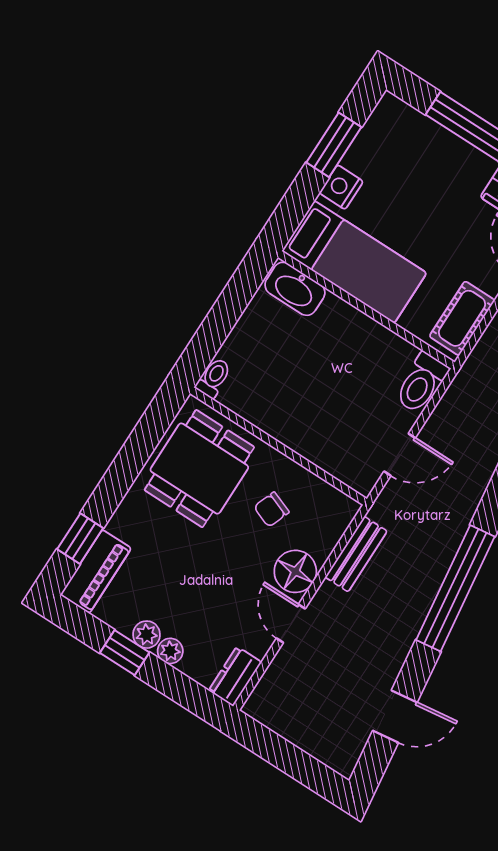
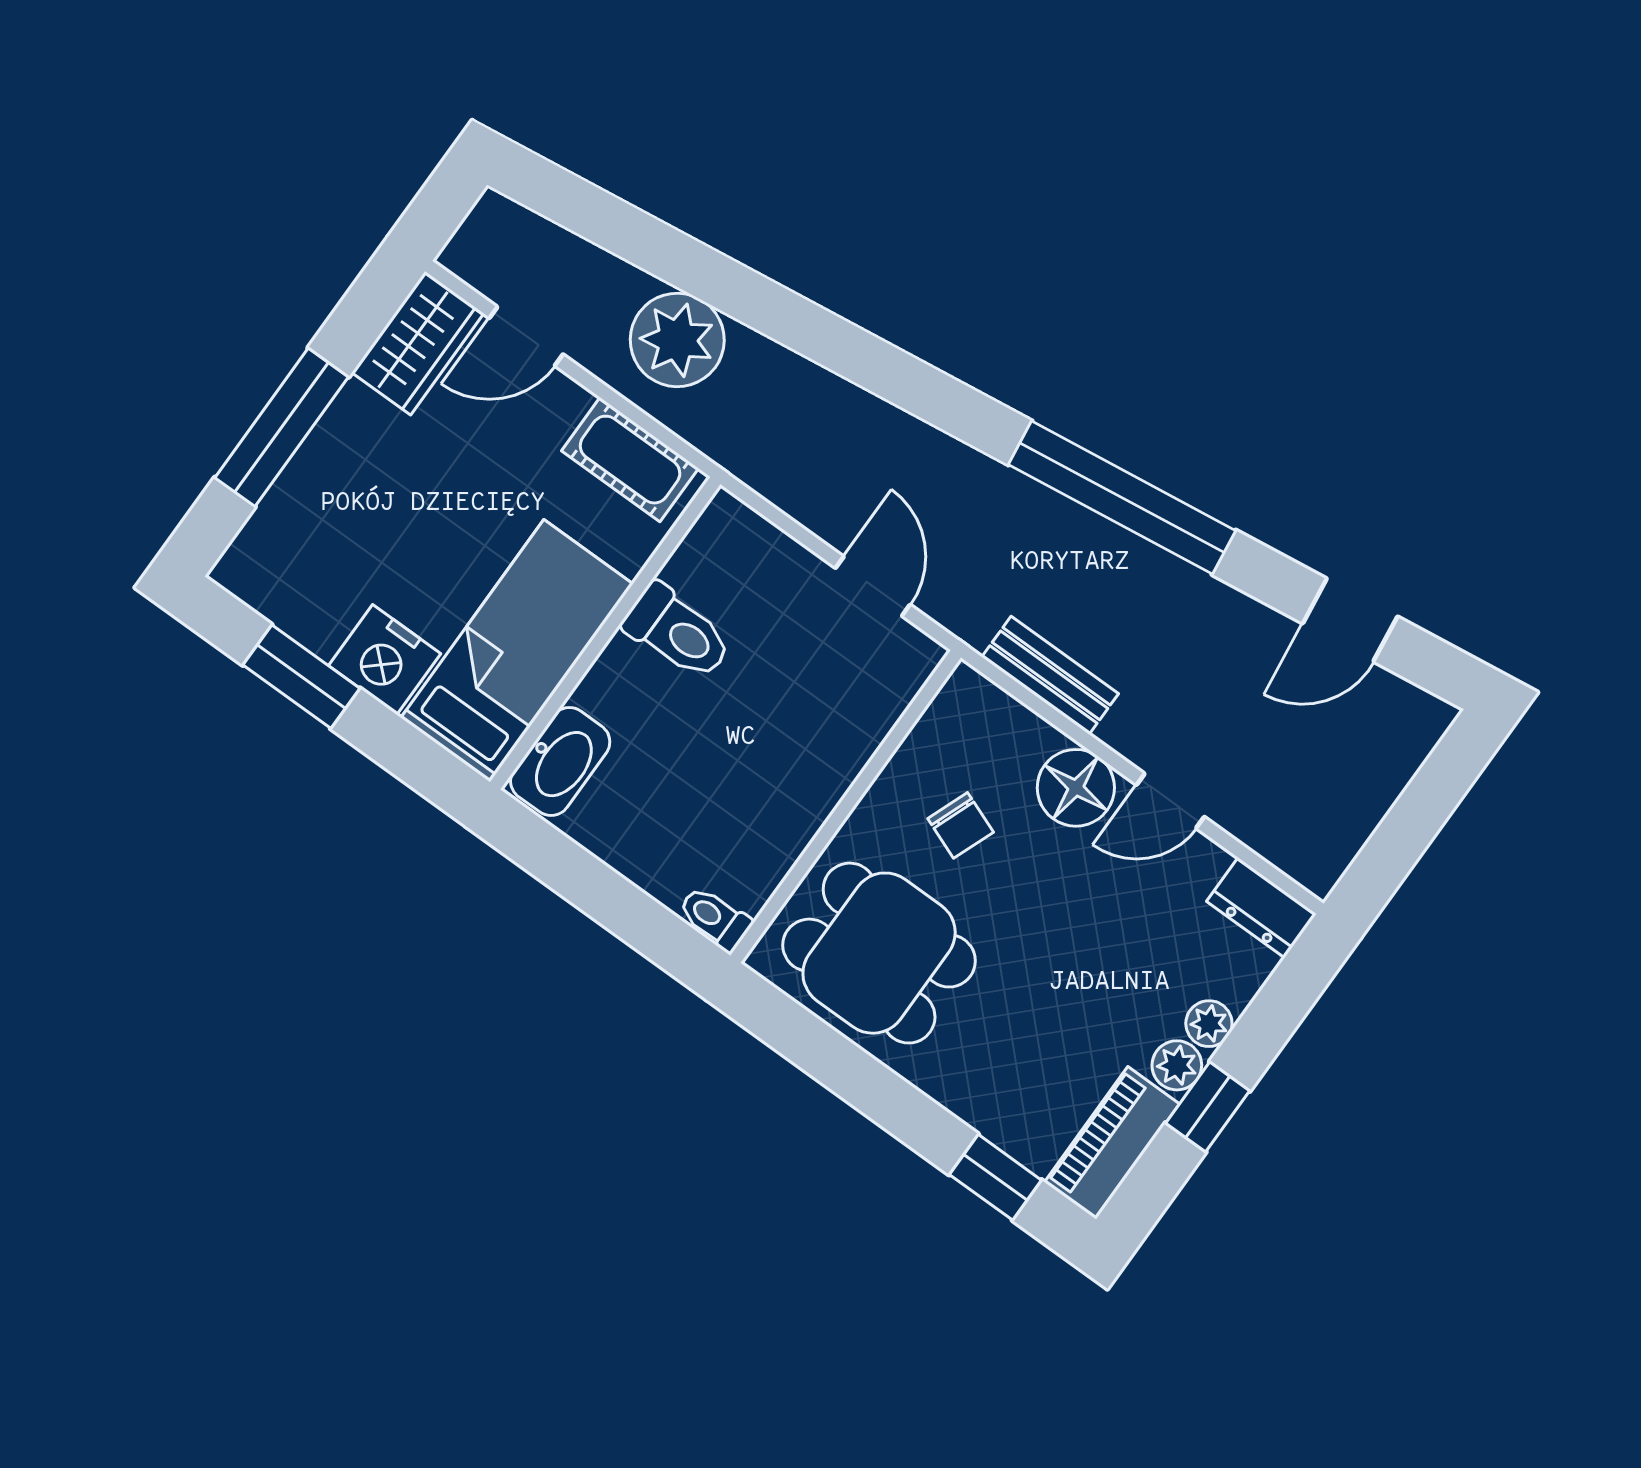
nightstand: (341, 187) -> (385, 660), width x1.36, depth x1.33
toilet: (421, 383) -> (678, 632), moved
piano: (96, 572) -> (1112, 1143), moved, turned -90
door: (395, 717) -> (1350, 620), swing flipped

